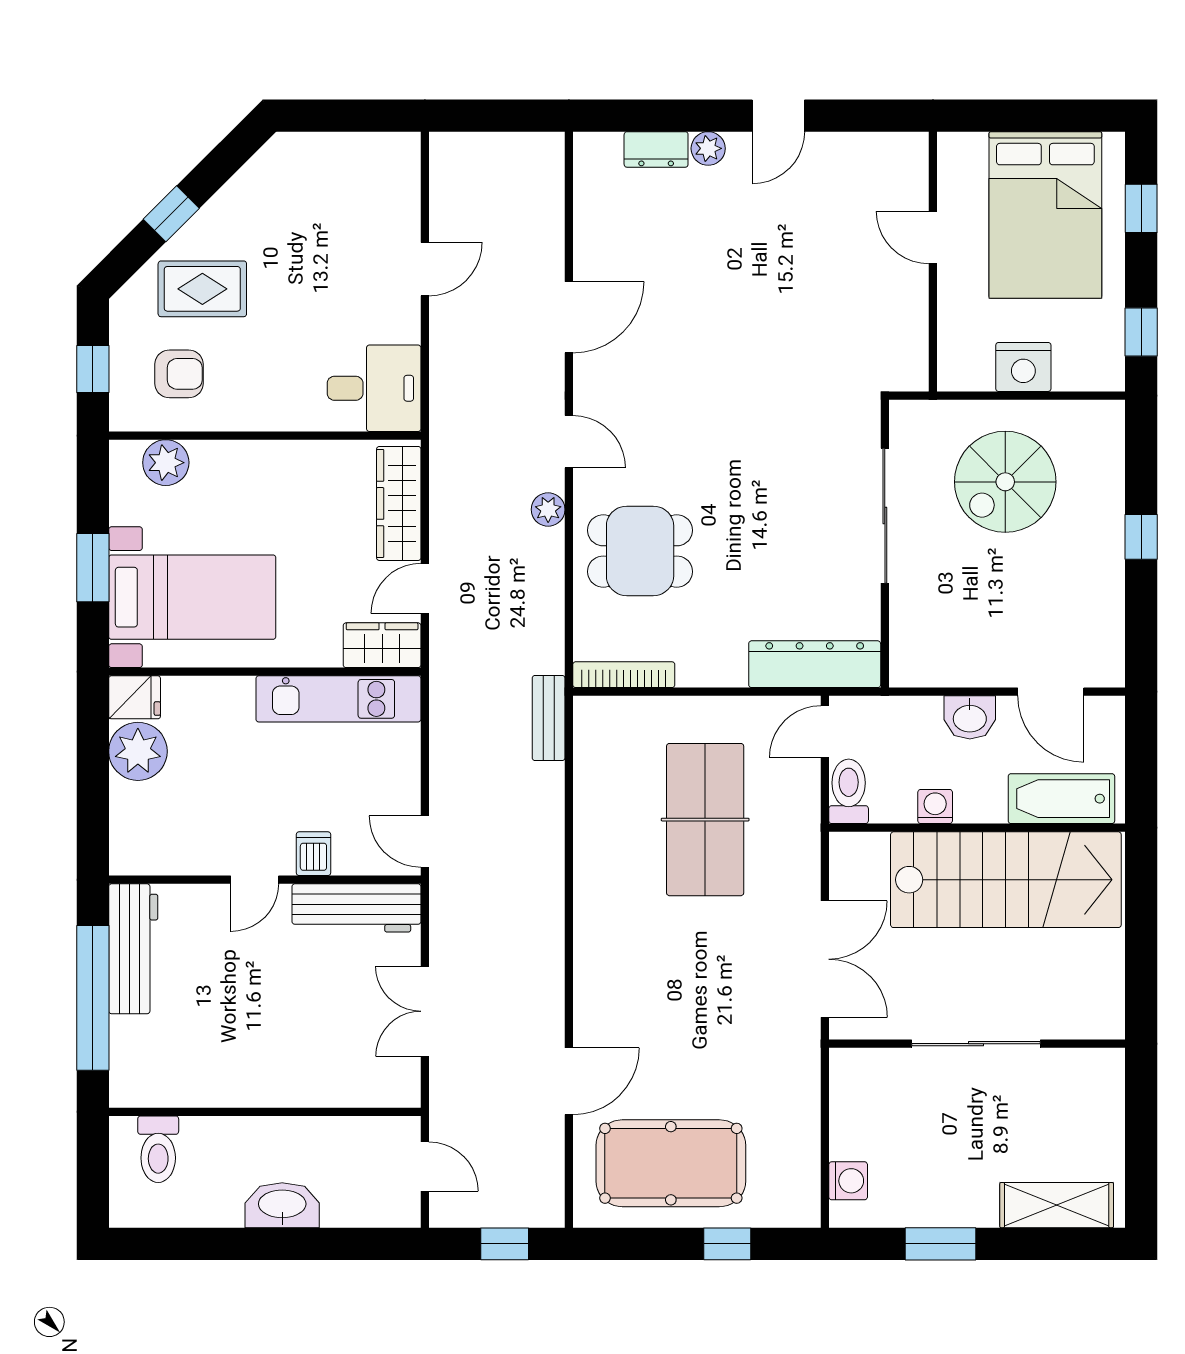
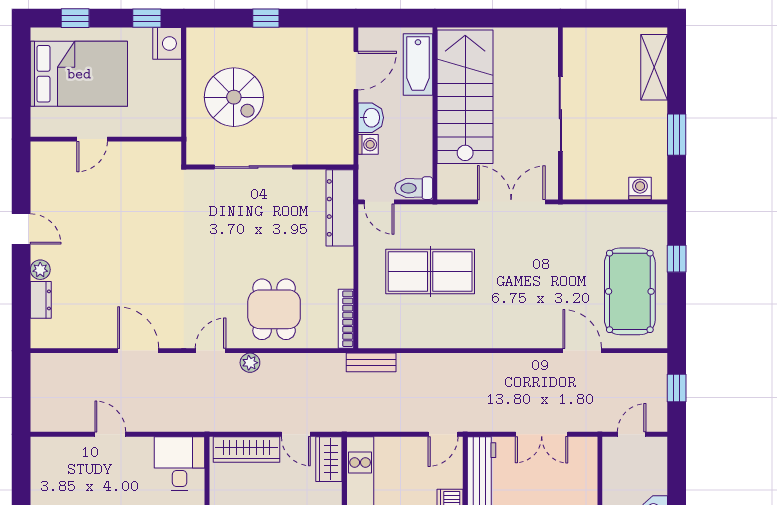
nightstand: (1023, 367) -> (167, 43), moved
washing machine: (935, 807) -> (368, 144), moved, turned 180

